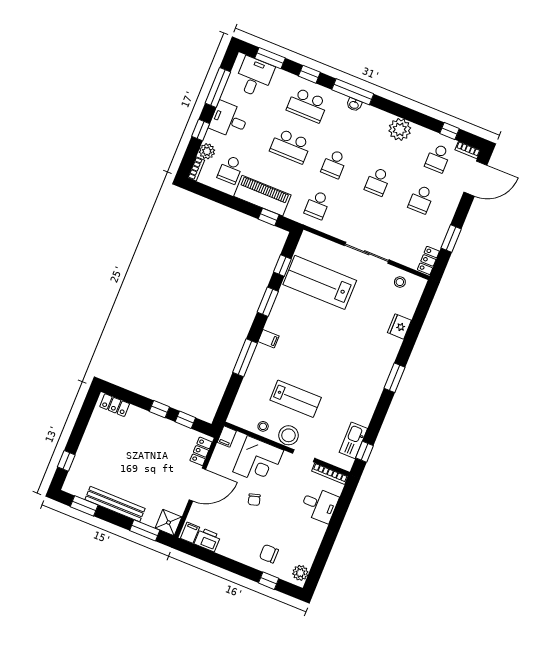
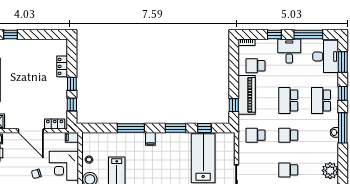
desk: (254, 77) -> (326, 56), width x1.37
plant: (207, 151) -> (262, 45), removed
locker: (115, 405) -> (62, 66), moved

